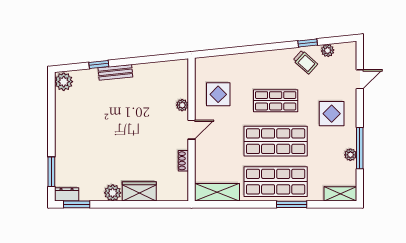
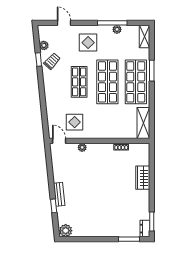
door: (191, 130) -> (59, 141), moved
plant: (113, 193) -> (144, 196), removed

